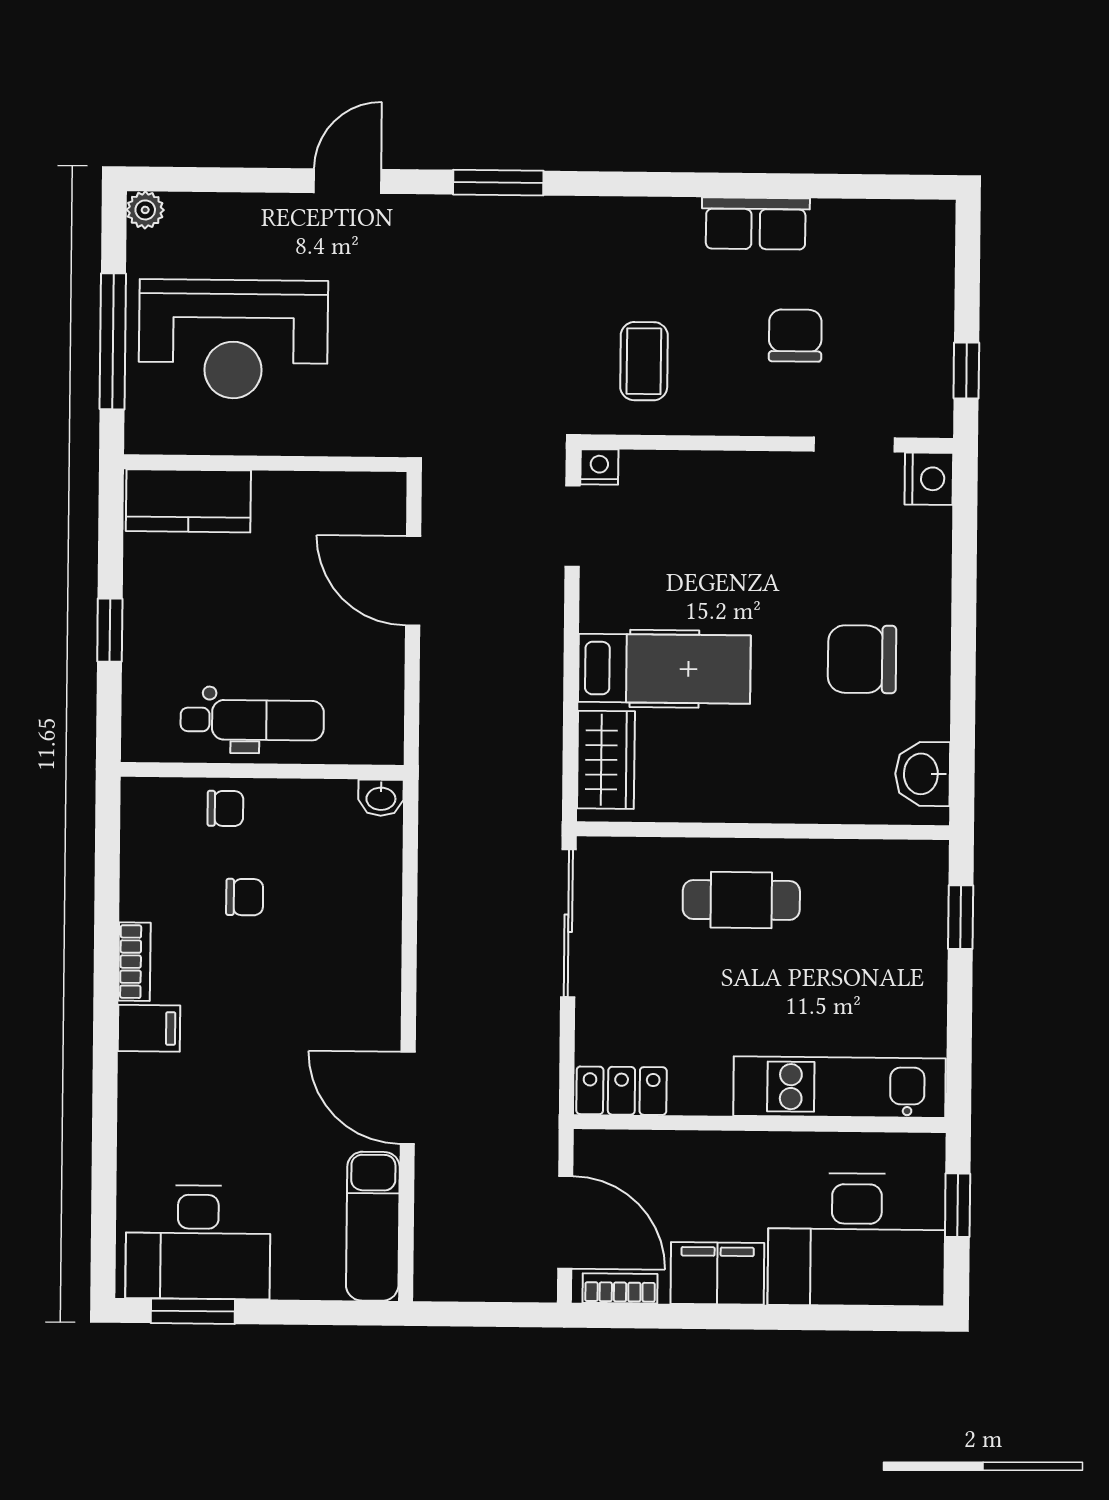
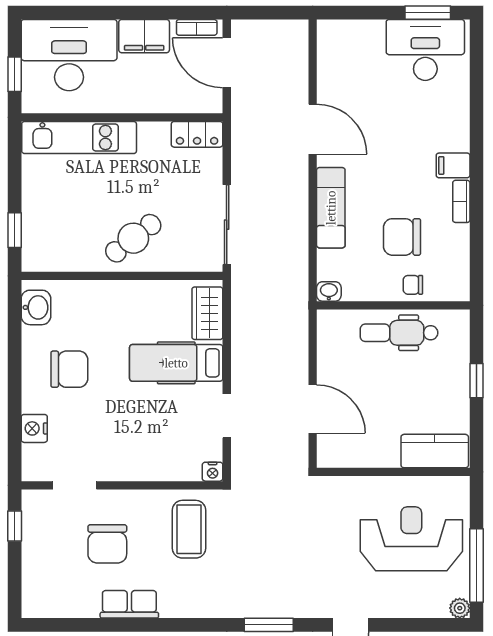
chair: (795, 336) -> (107, 544), width x1.37, depth x1.37
window: (113, 341) -> (477, 565), moved
coffee table: (644, 361) -> (189, 529), width x1.36, depth x1.30
nightstand: (929, 479) -> (34, 428), moved
doorway: (573, 526) -> (227, 416), moved
chair: (245, 897) -> (402, 237), width x1.87, depth x1.87
cafe table: (741, 900) -> (133, 238), turned -38
exam couch: (373, 1226) -> (331, 208), moved

